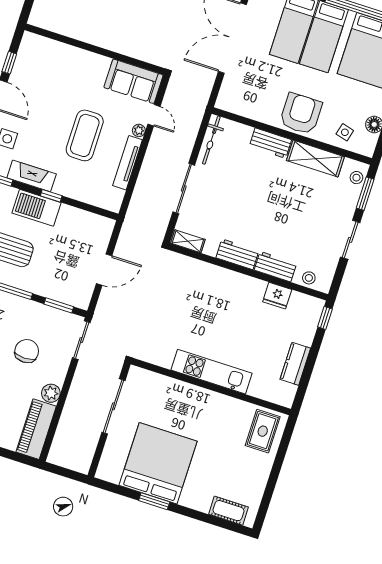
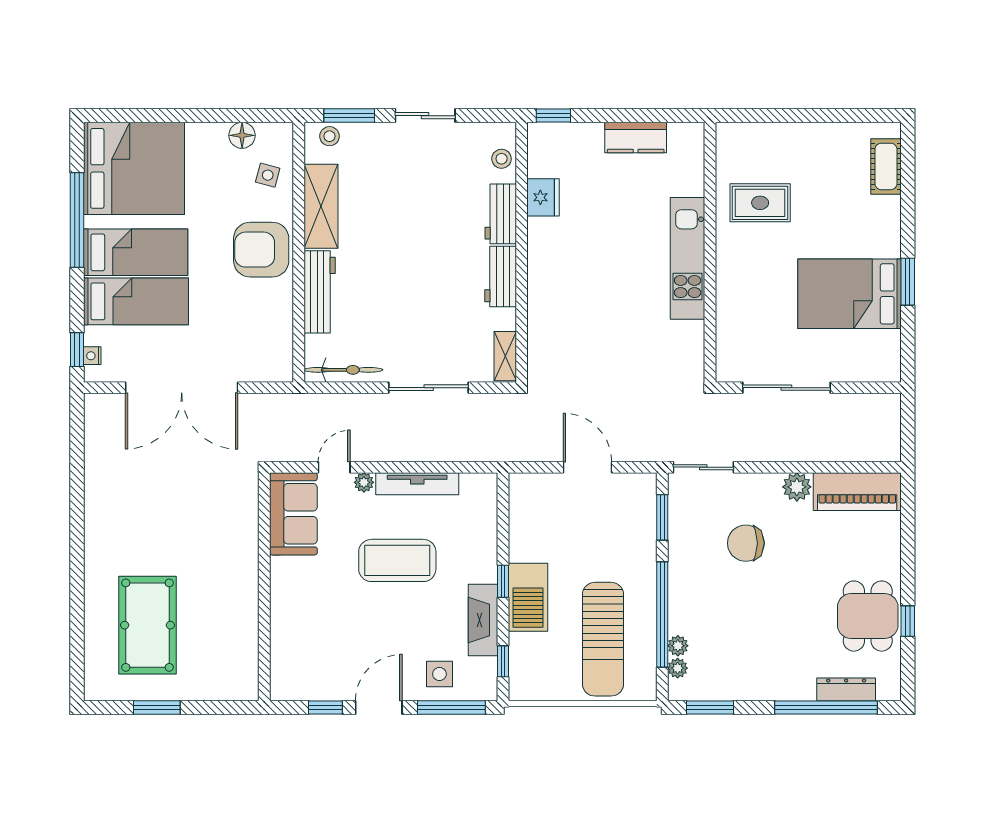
workbench: (270, 143) -> (320, 292), width x1.37
rug: (263, 431) -> (760, 203), moved
bed: (158, 463) -> (849, 294), width x0.73

